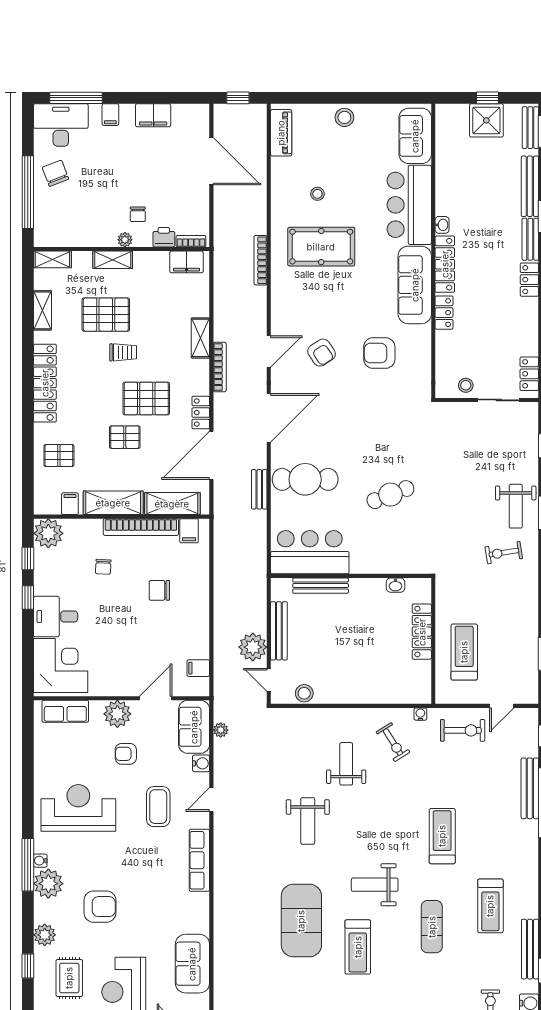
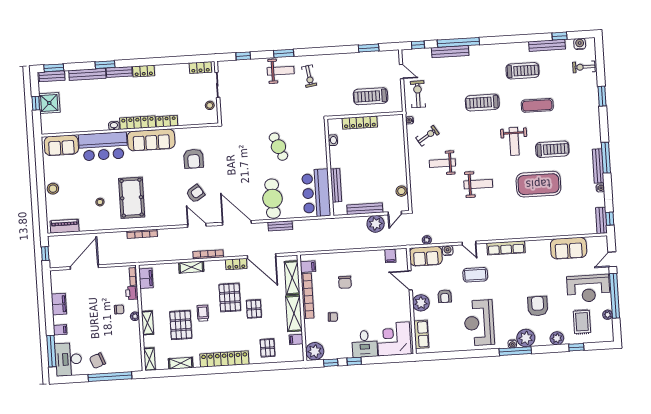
rug: (69, 978) -> (582, 322), turned 90

